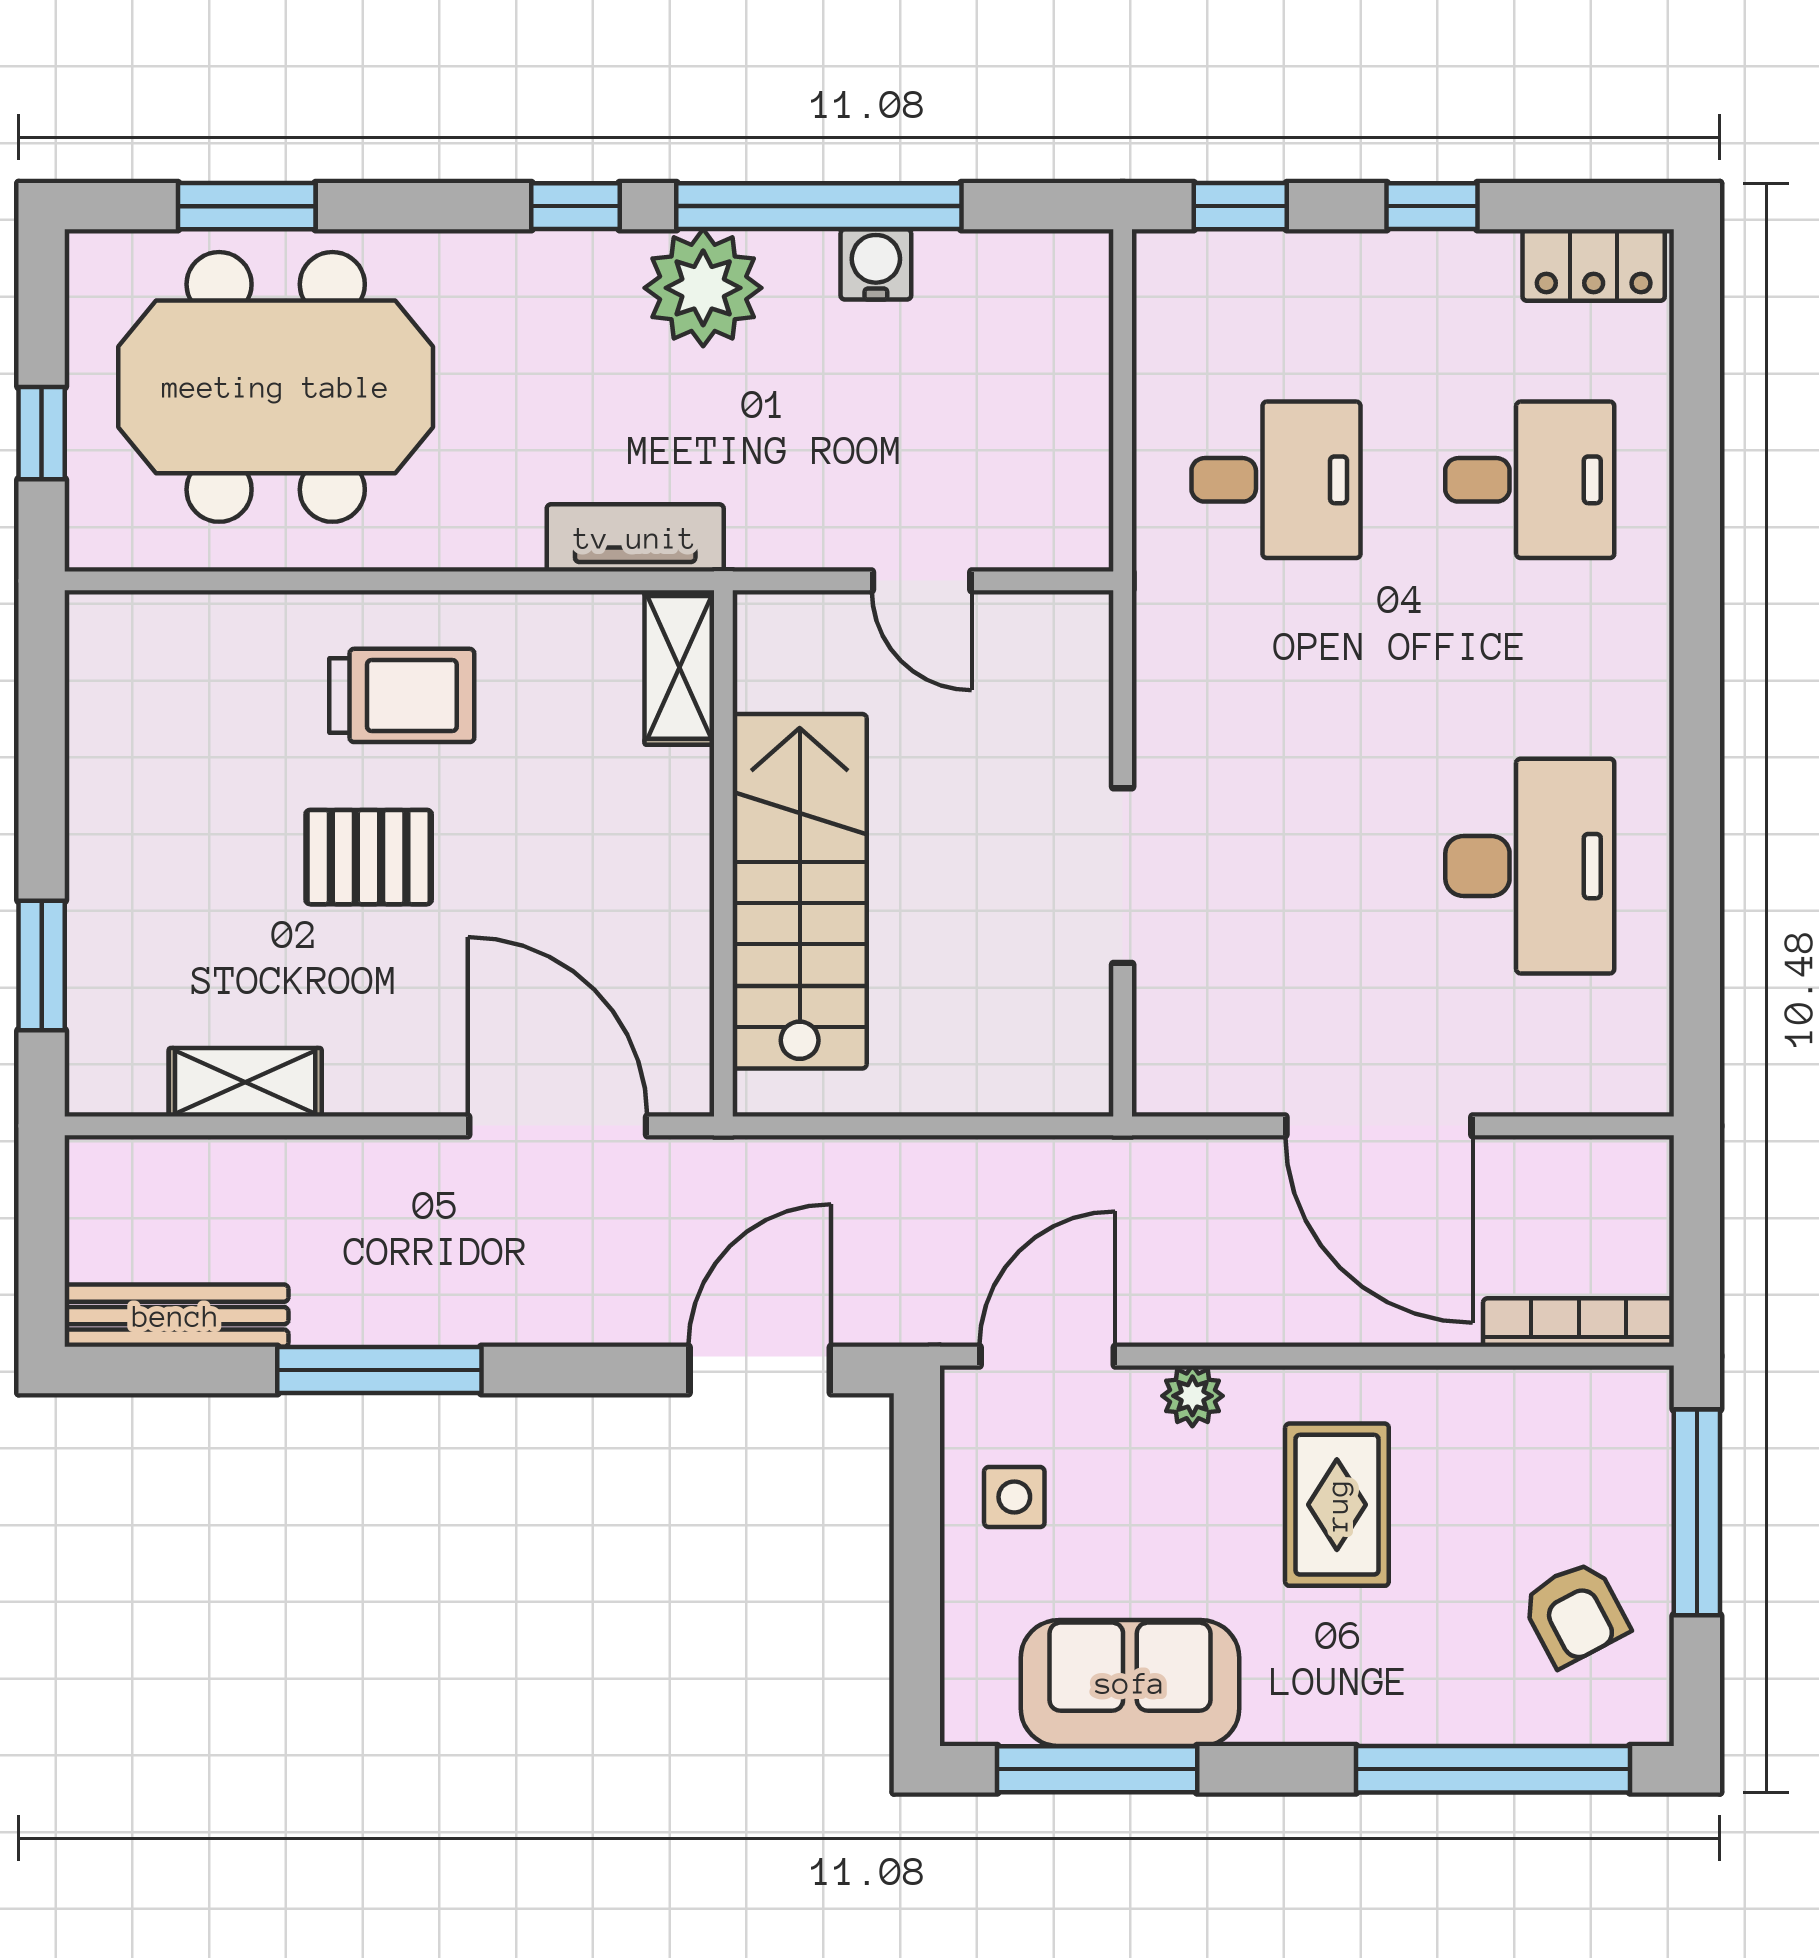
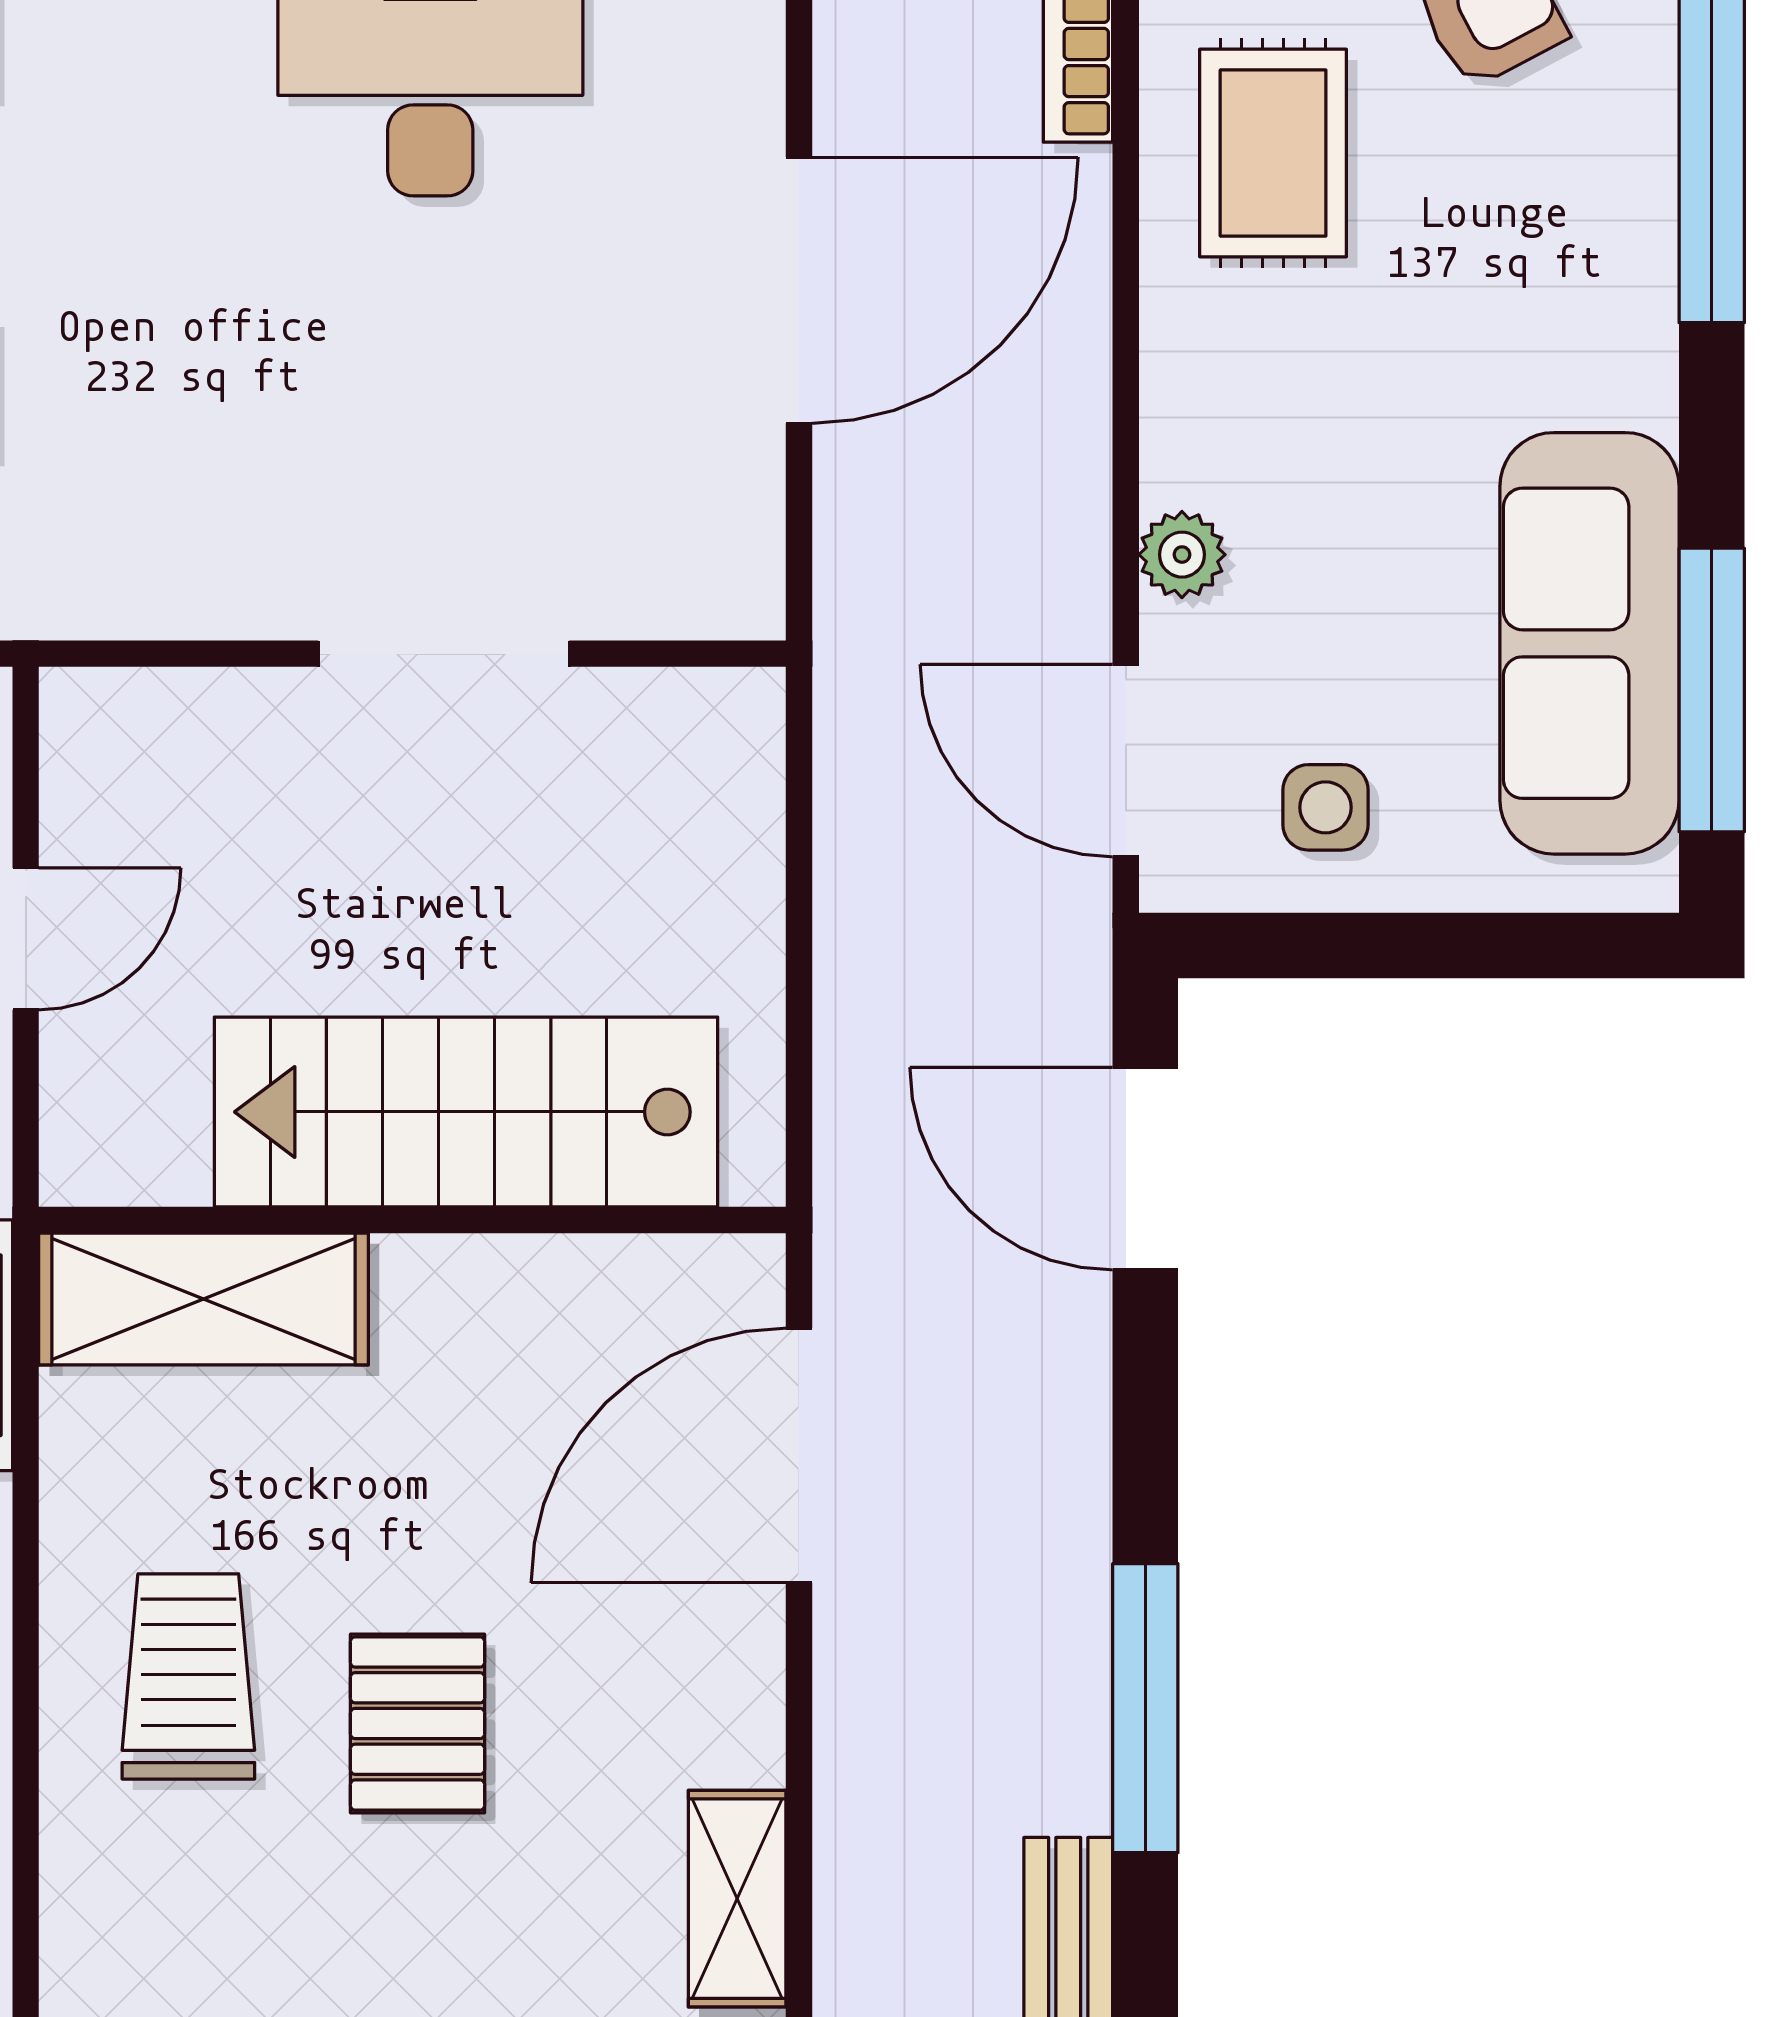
shelving: (679, 667) -> (203, 1299), width x1.50, depth x1.33
rug: (1337, 1505) -> (1273, 153), moved, turned 90
sofa: (1130, 1683) -> (1589, 643), width x1.36

